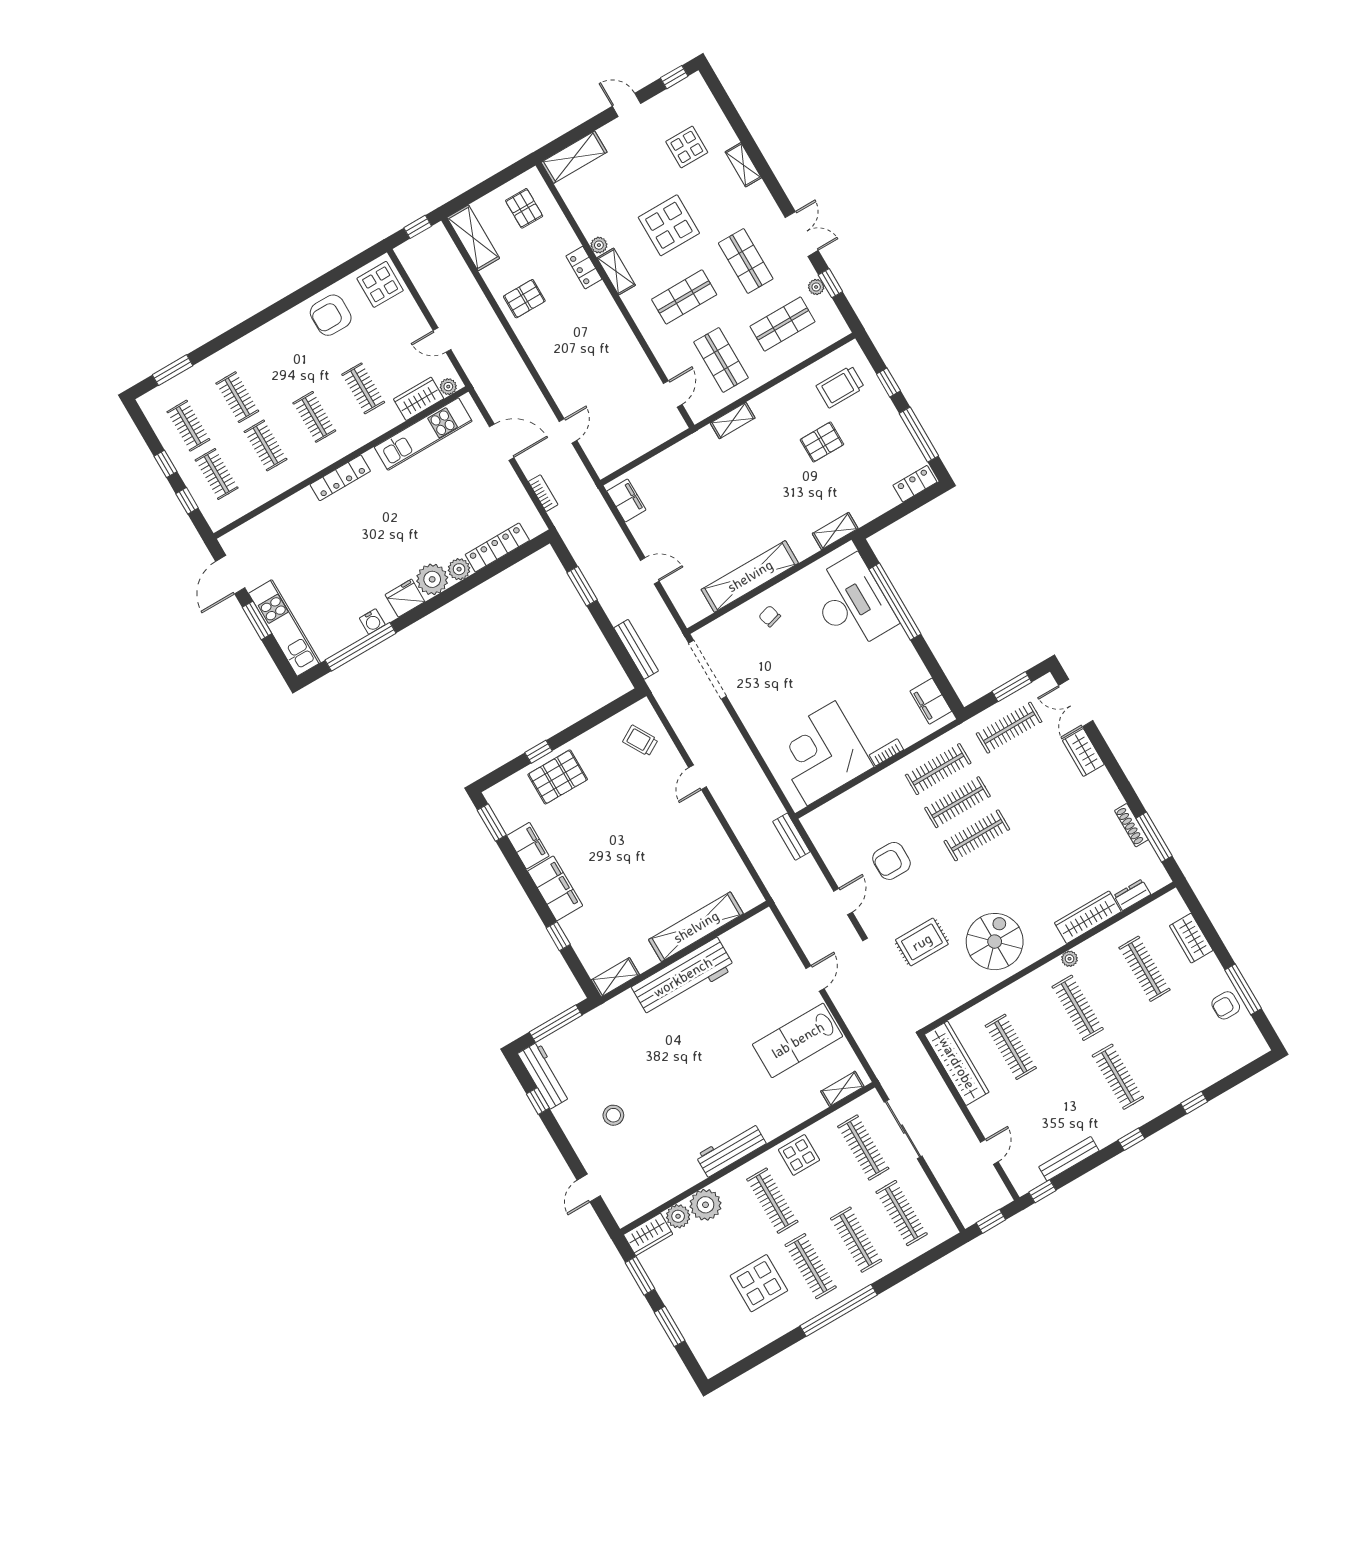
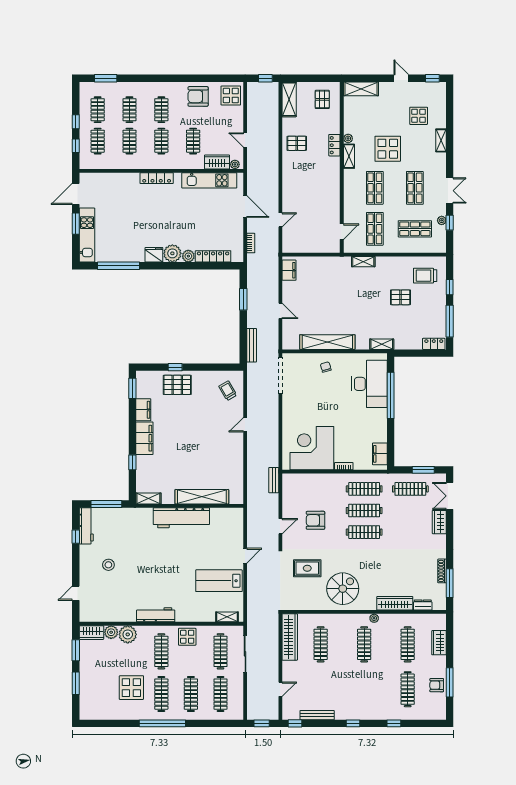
shop shelf: (684, 297) -> (375, 188), turned 90
clothes rail: (286, 369) -> (161, 110), added
water cooler: (372, 621) -> (131, 257), removed
clothes rail: (1118, 1077) -> (408, 689), moved

